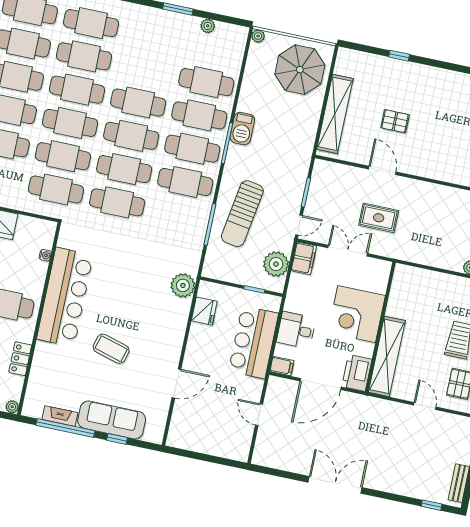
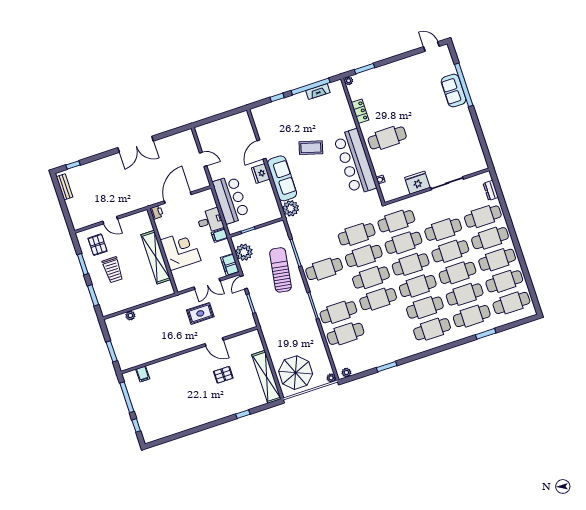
plant: (208, 26) -> (346, 373), moved
shelving: (335, 114) -> (266, 377), moved
barbecue: (242, 129) -> (309, 319), removed
cafe table: (192, 149) -> (331, 291), removed
fridge: (204, 311) -> (261, 173), moved
shelving: (387, 356) -> (156, 257), moved
filing cabinet: (282, 366) -> (220, 235), moved
printer: (357, 373) -> (157, 212), width x0.53, depth x0.68
sofa: (112, 420) -> (282, 178), moved, turned -90

